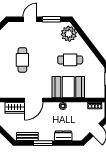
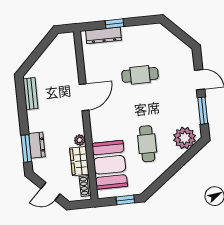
booth: (68, 87) -> (110, 165), moved
door: (34, 100) -> (84, 97), swing flipped
wardrobe: (15, 108) -> (79, 161), moved
window: (43, 143) -> (26, 148), moved

